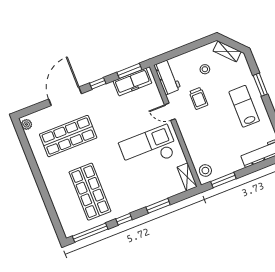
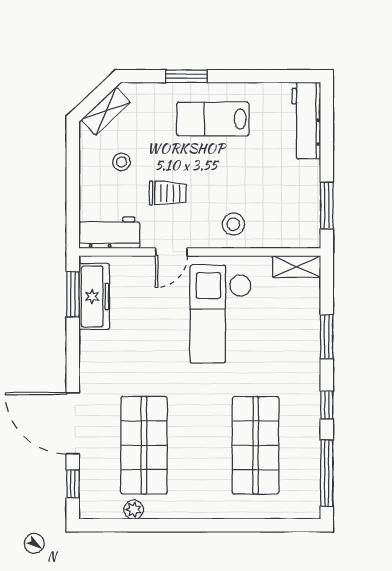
window: (98, 83) -> (73, 484), moved
plant: (27, 124) -> (134, 510), moved
stool: (205, 170) -> (233, 224), moved
shop shelf: (90, 192) -> (256, 445), turned 90

